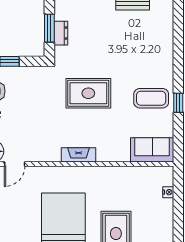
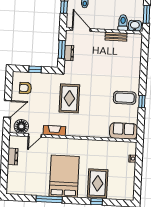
rug: (88, 93) -> (69, 98), moved, turned 90
fireplace: (79, 155) -> (54, 131), moved

